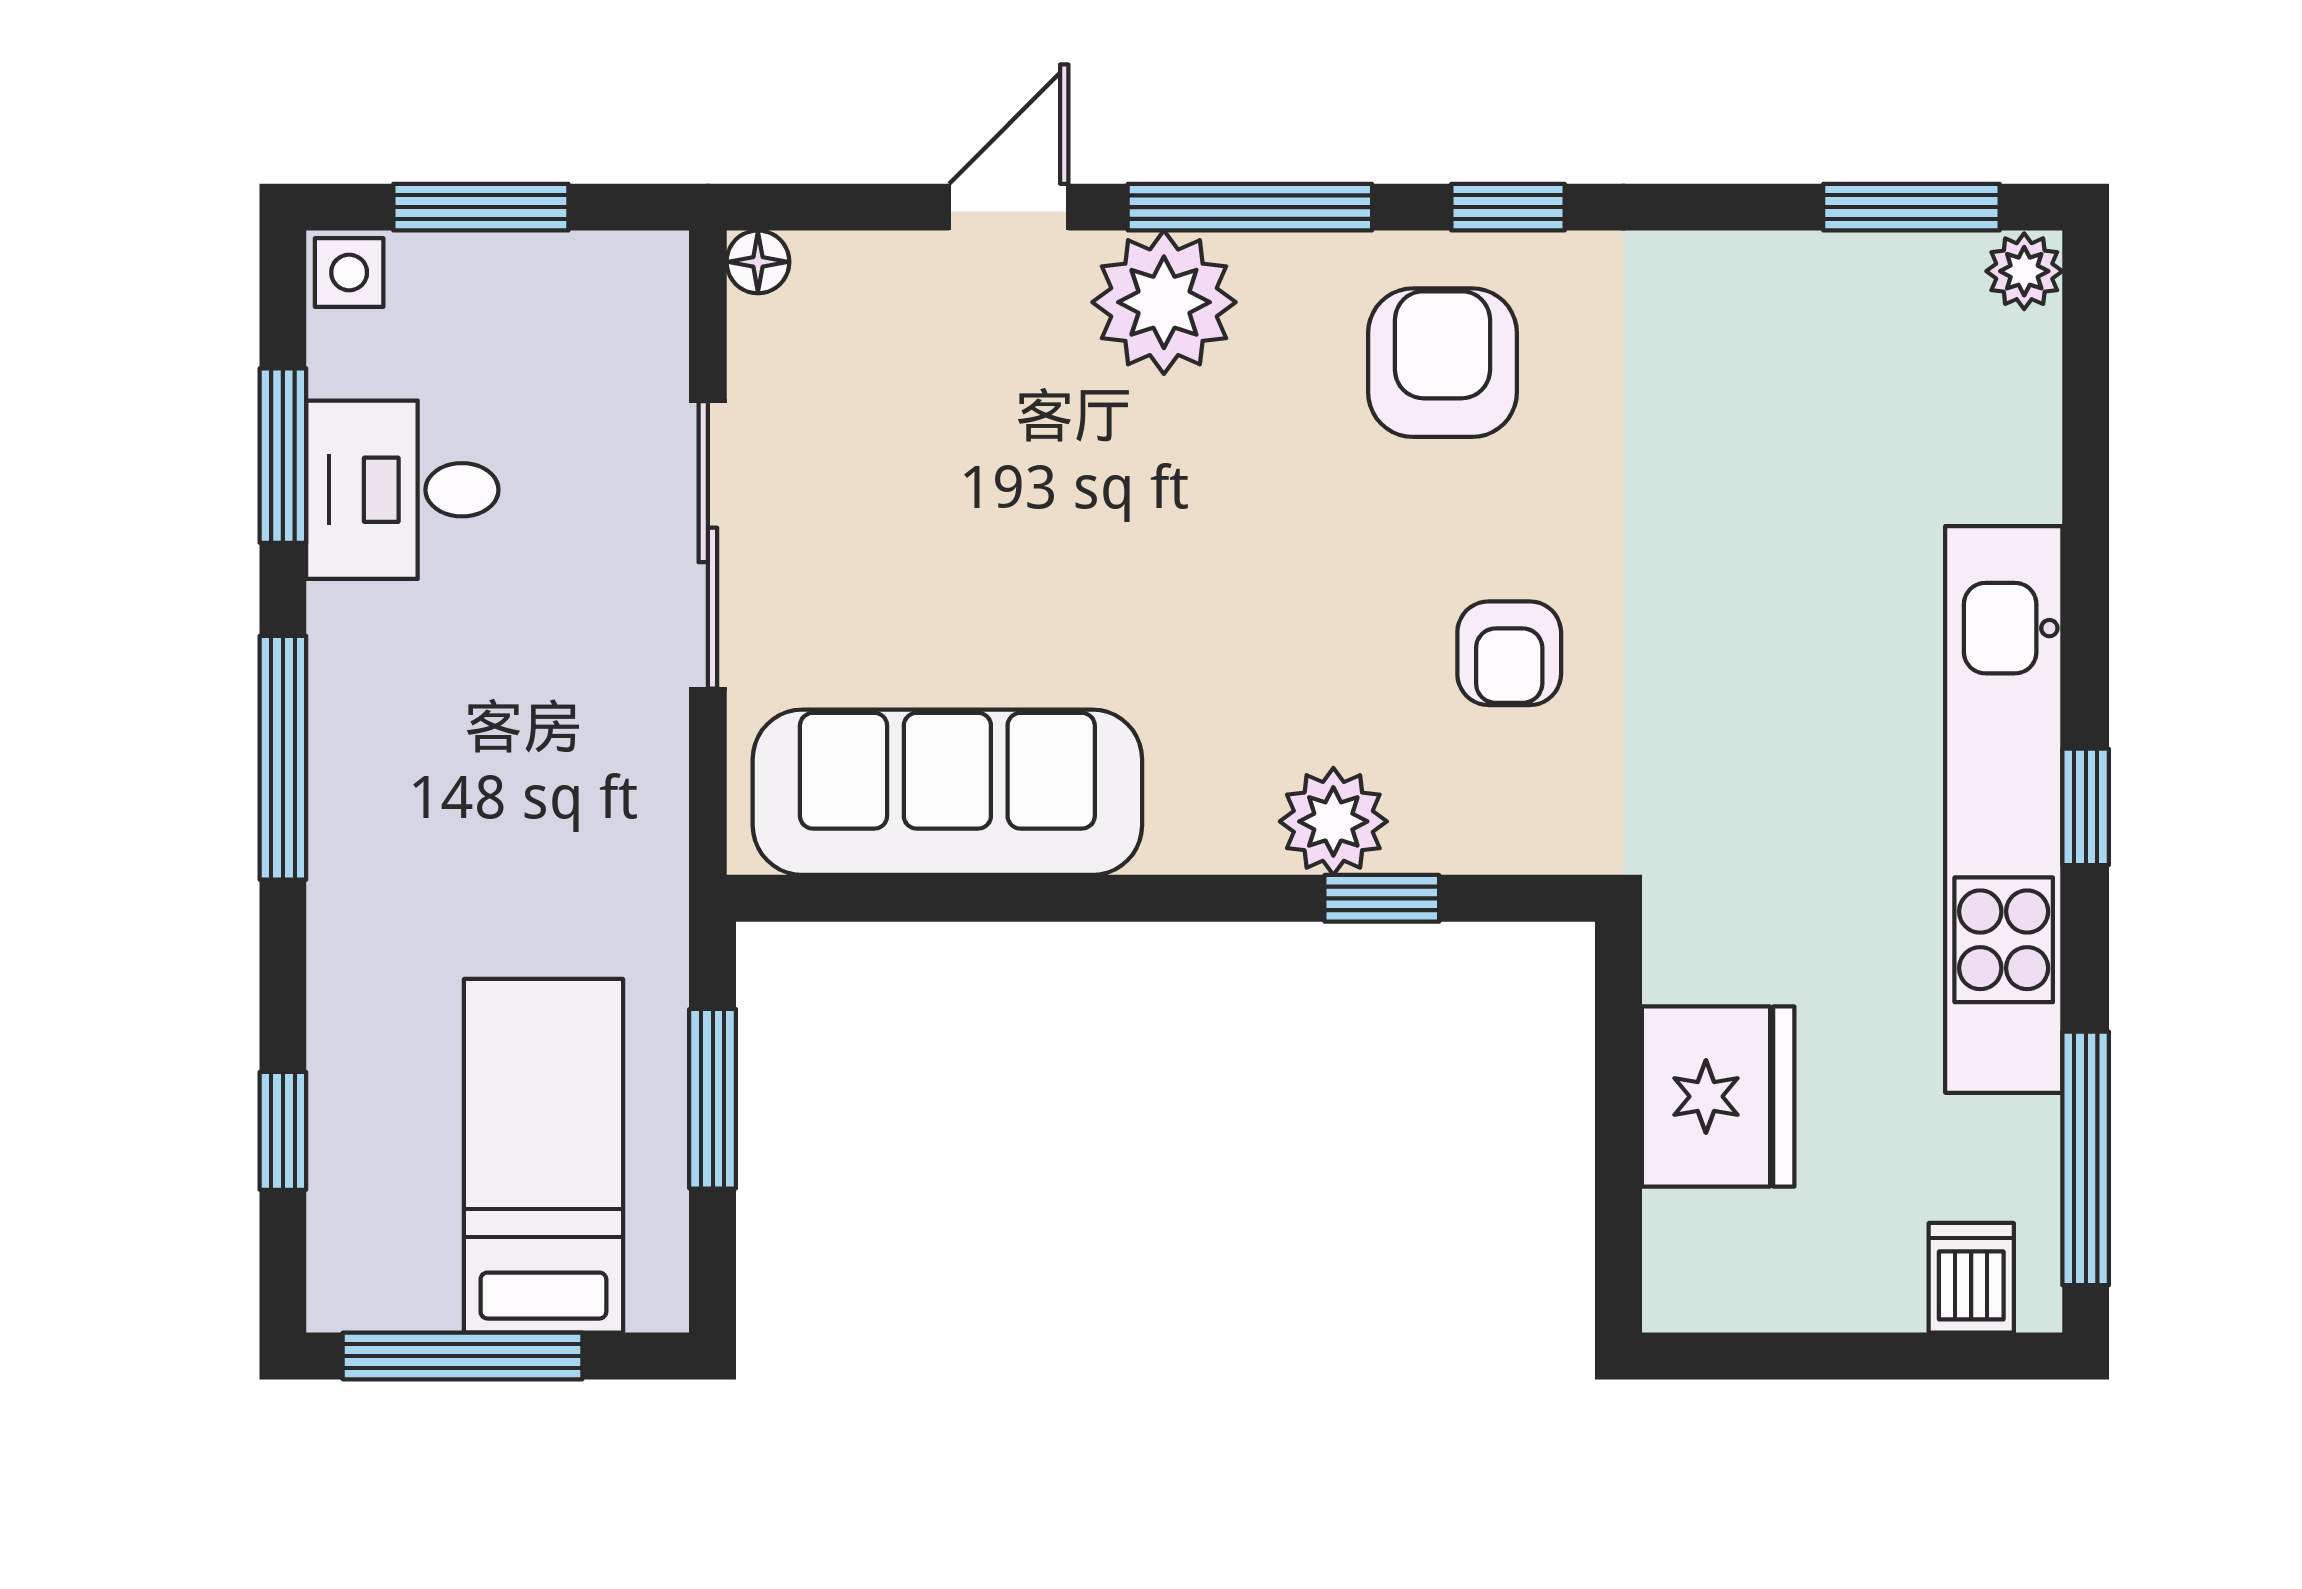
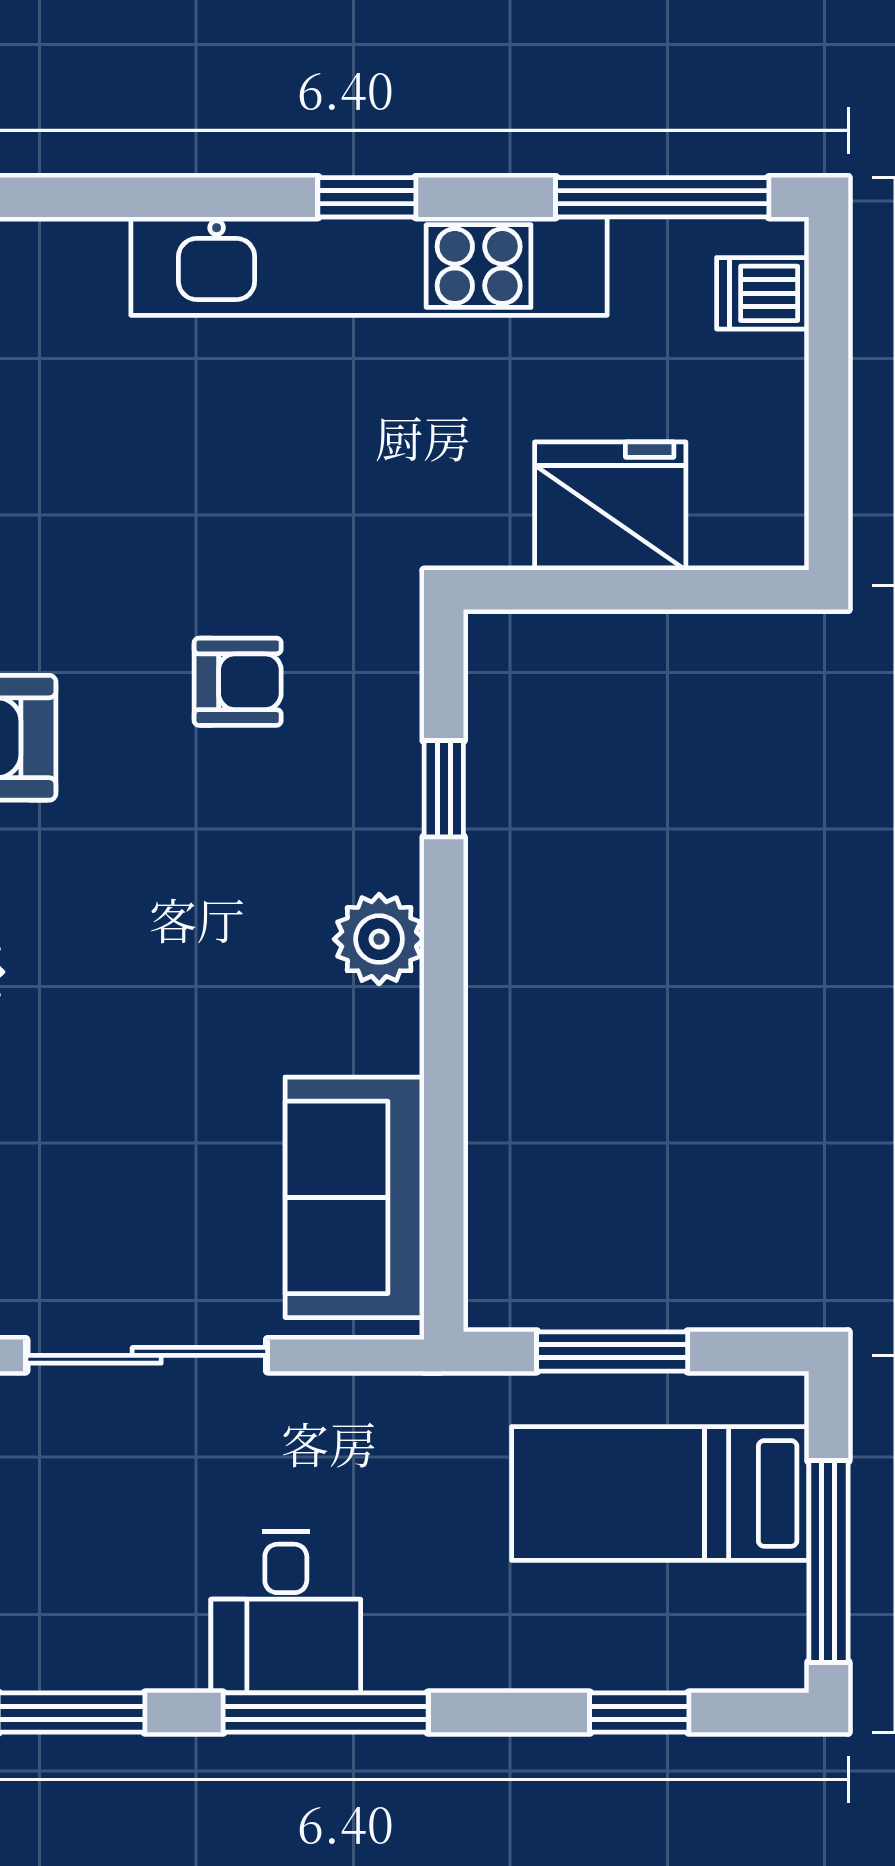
desk: (402, 490) -> (286, 1612), moved
sofa: (947, 792) -> (355, 1197), width x0.73
plant: (1333, 821) -> (379, 939), moved

